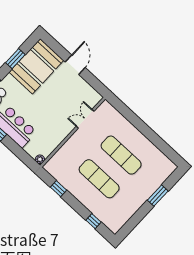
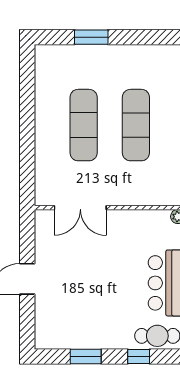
booth: (36, 66) -> (72, 323), removed
double door: (85, 119) -> (80, 208), width x1.37

